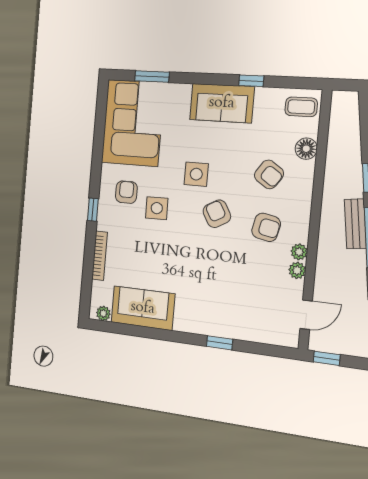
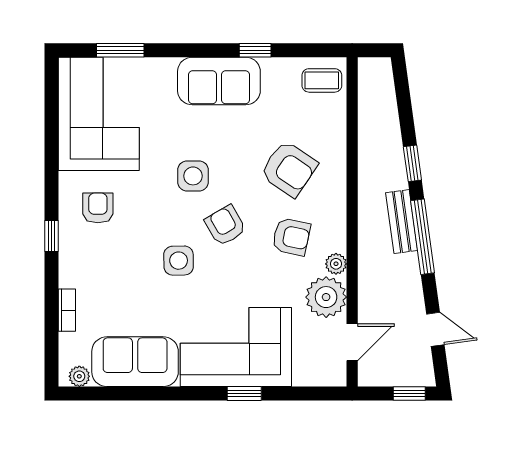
floor lamp: (306, 149) -> (333, 133), removed
armchair: (269, 174) -> (289, 169), width x1.38, depth x1.38
side table: (157, 208) -> (179, 261), moved
bookcase: (100, 256) -> (67, 310), width x0.64
plant: (297, 270) -> (326, 297), width x1.88, depth x1.88
corner sofa: (217, 307) -> (236, 347), added
window: (327, 358) -> (409, 394), moved

